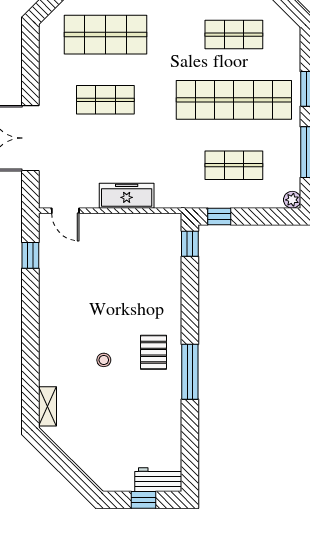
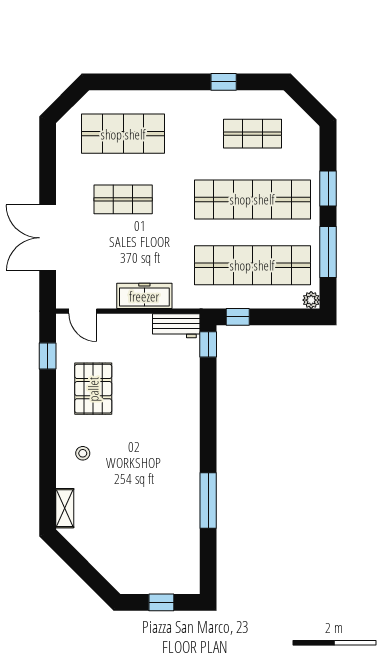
shop shelf: (234, 165) -> (252, 265), width x2.00, depth x1.36
pallet: (154, 352) -> (93, 389), moved, width x1.50, depth x1.42
stool: (104, 360) -> (83, 453), moved
window: (190, 372) -> (208, 500), moved
workbench: (158, 480) -> (176, 326), moved, turned 180

